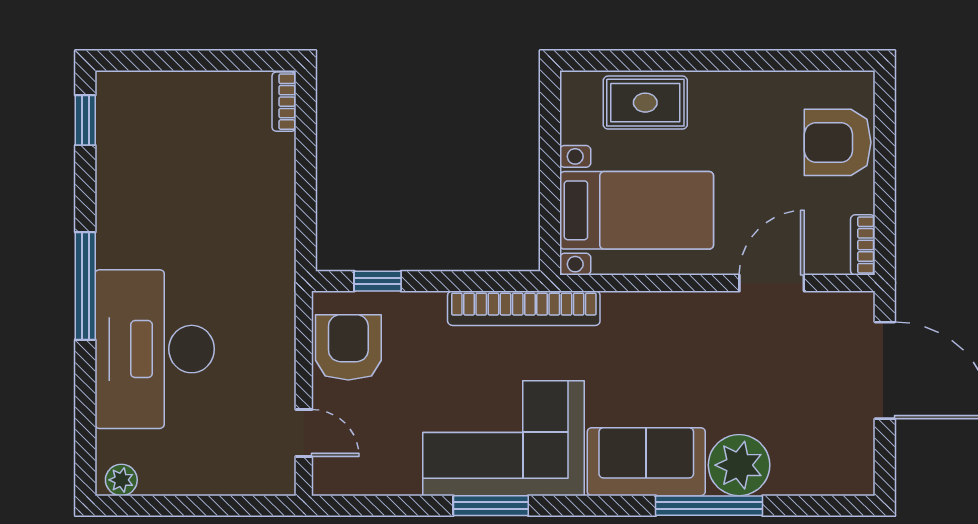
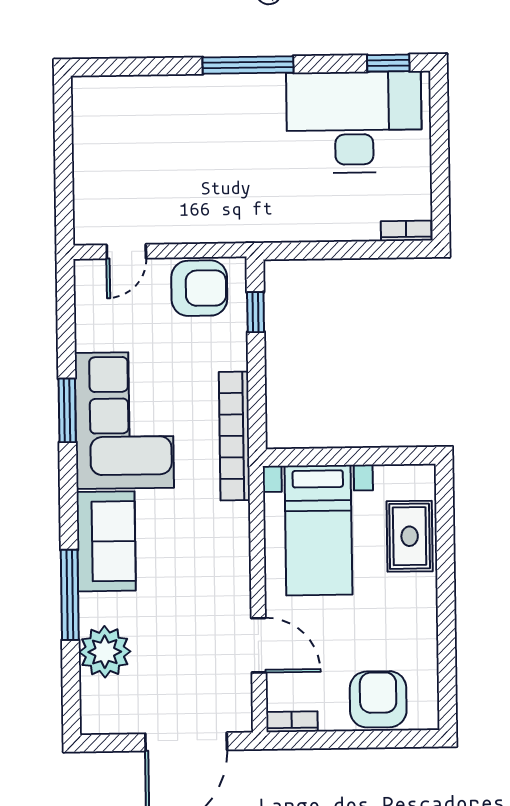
desk: (155, 349) -> (354, 122), moved
plant: (739, 465) -> (105, 652), moved
plant: (121, 480) -> (84, 98), removed

